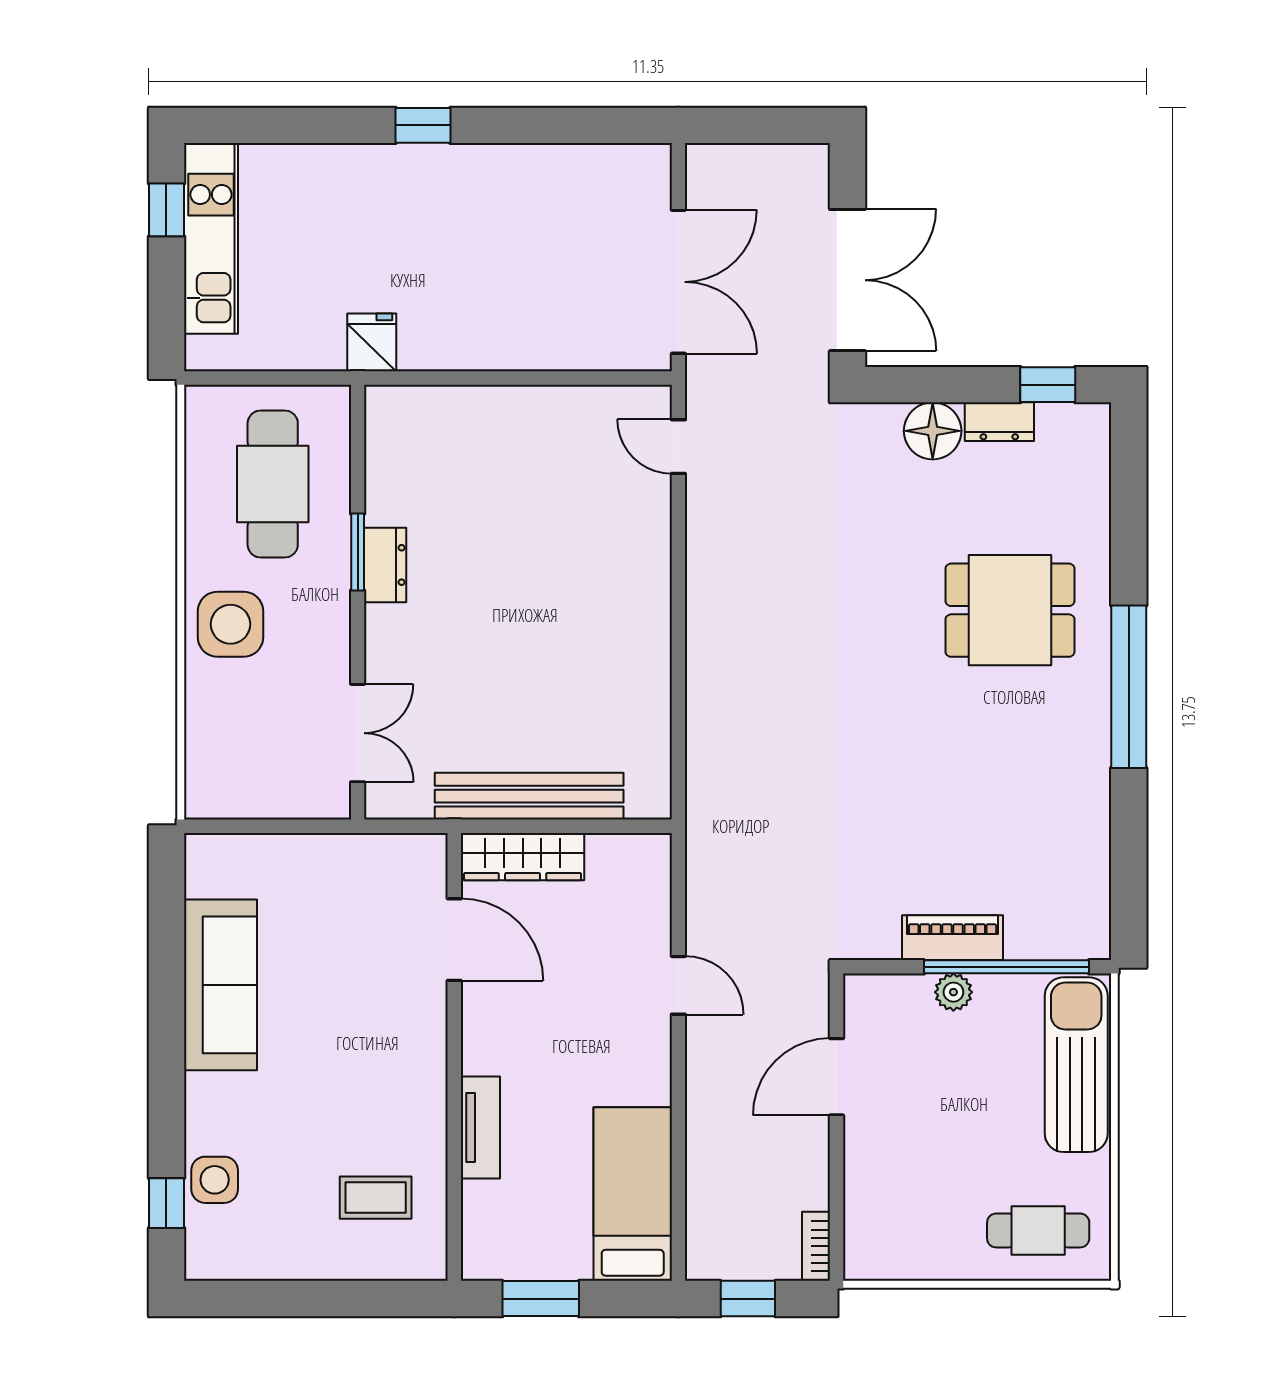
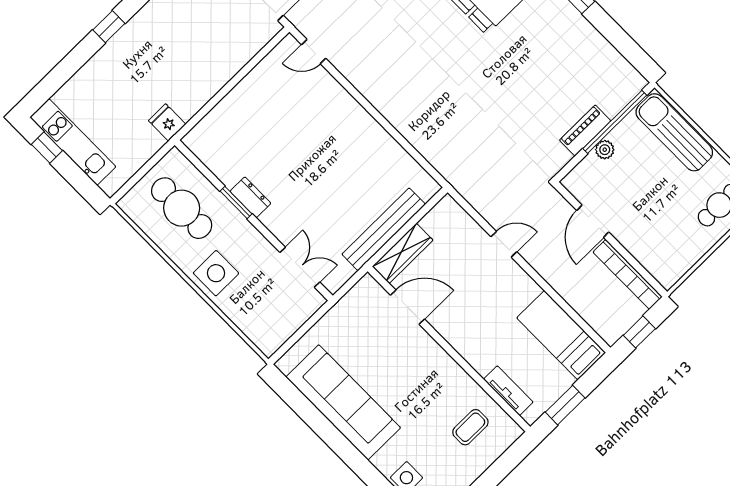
sofa: (220, 985) -> (343, 402), width x1.36, depth x1.27
tv unit: (480, 1127) -> (508, 391), moved
bookcase: (816, 1246) -> (628, 274), width x2.31, depth x1.31

